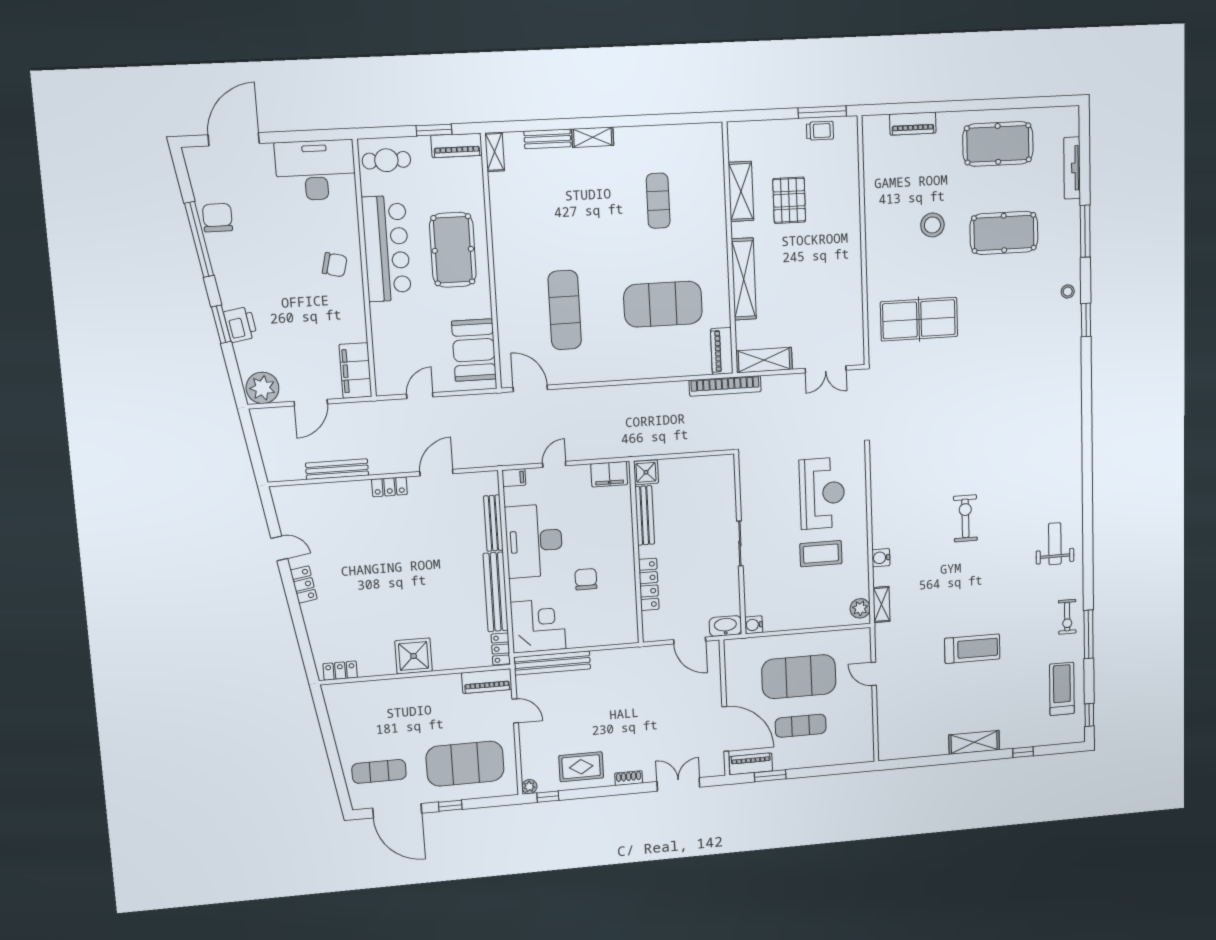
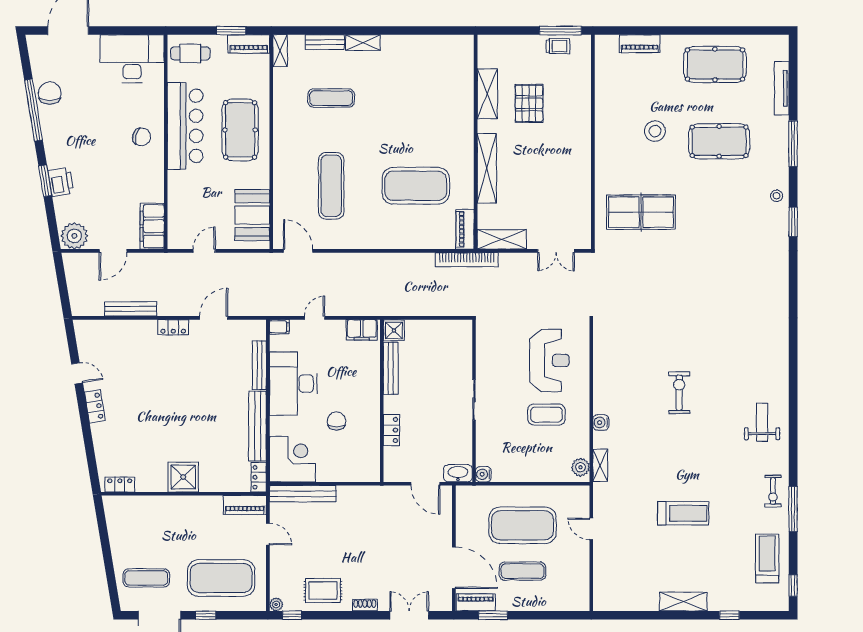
exercise mat: (658, 201) -> (331, 98), moved, turned 90
locker: (649, 584) -> (391, 430), width x0.66

